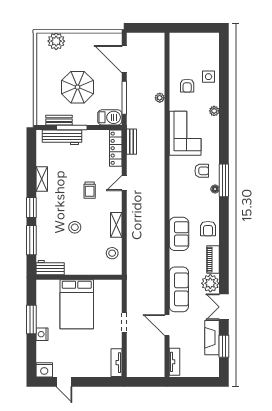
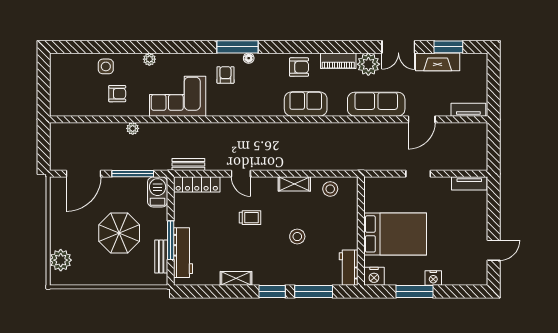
nightstand: (44, 370) -> (374, 276), moved, turned 90

